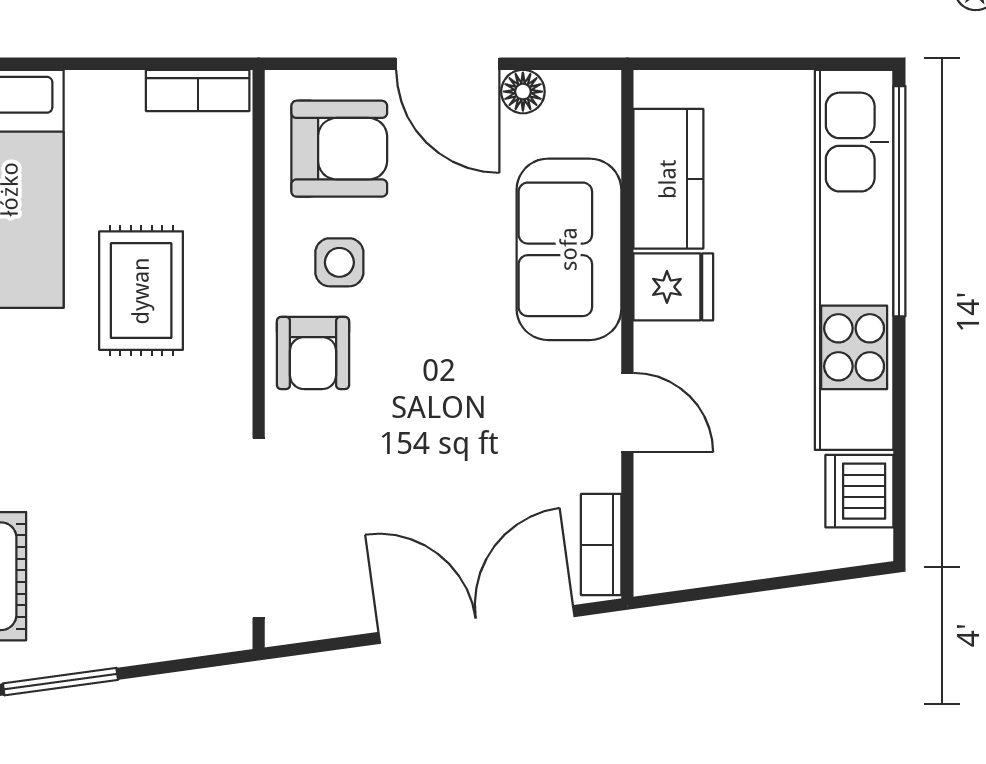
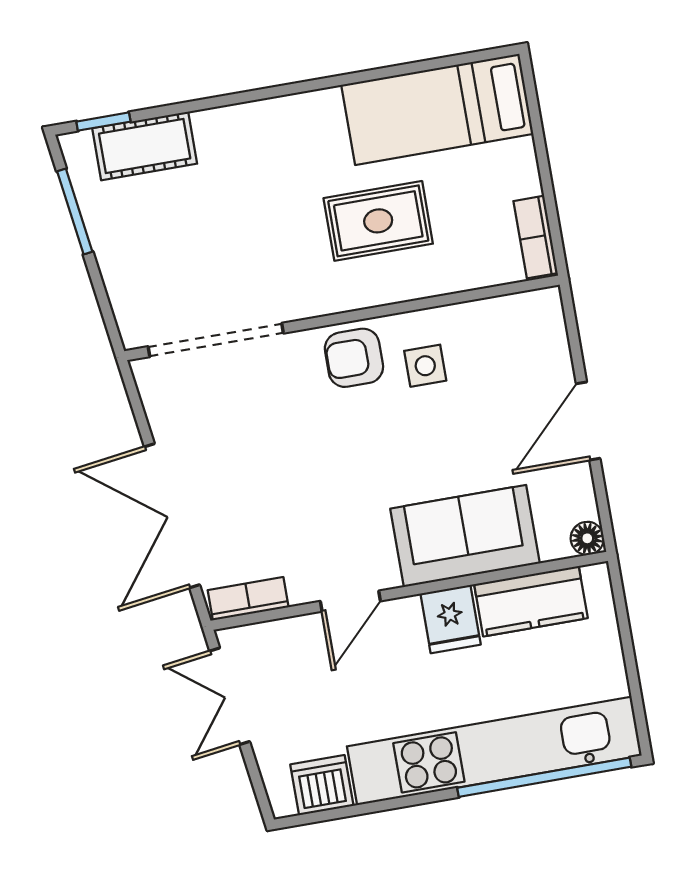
floor lamp: (523, 92) -> (587, 538), moved
armchair: (339, 149) -> (510, 351), removed
double door: (723, 591) -> (230, 696), added
double door: (476, 624) -> (172, 516), swing flipped

